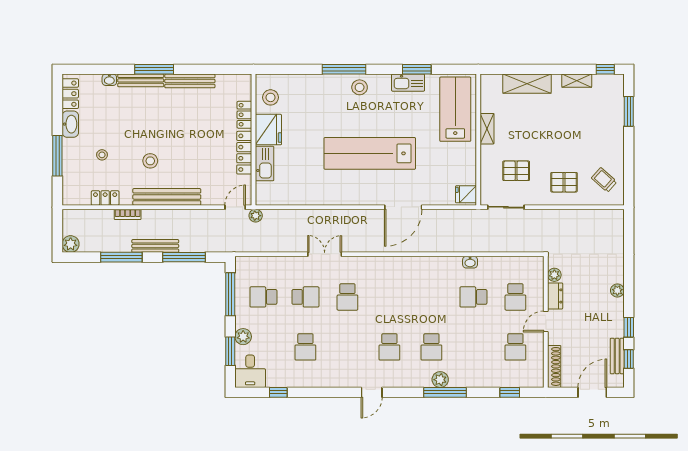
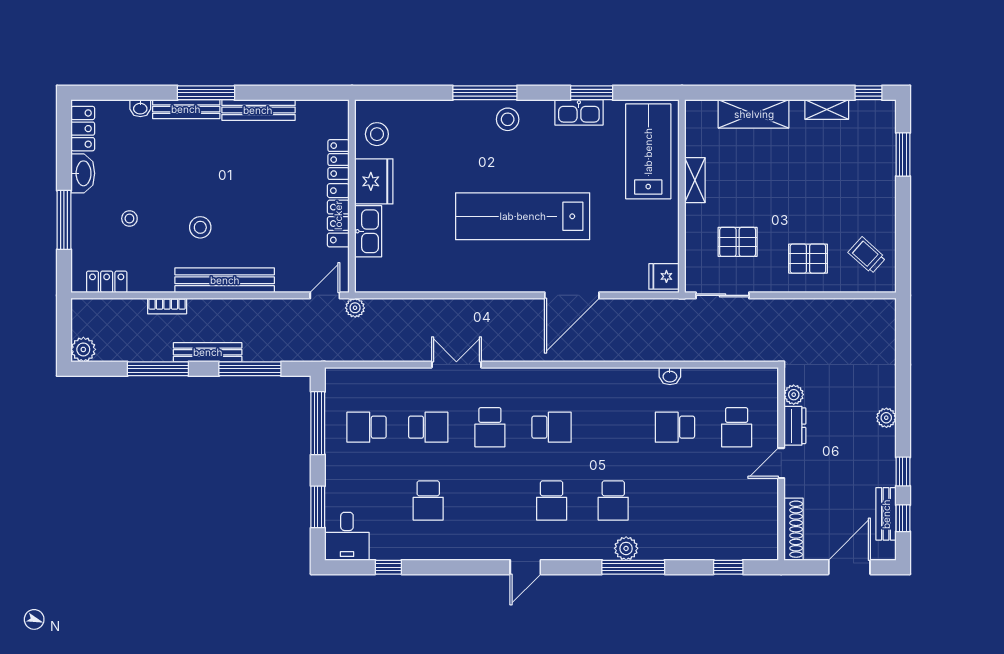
locker: (105, 198) -> (107, 282), moved
plant: (243, 337) -> (337, 485), removed
school desk: (515, 347) -> (552, 427), moved, turned -90

